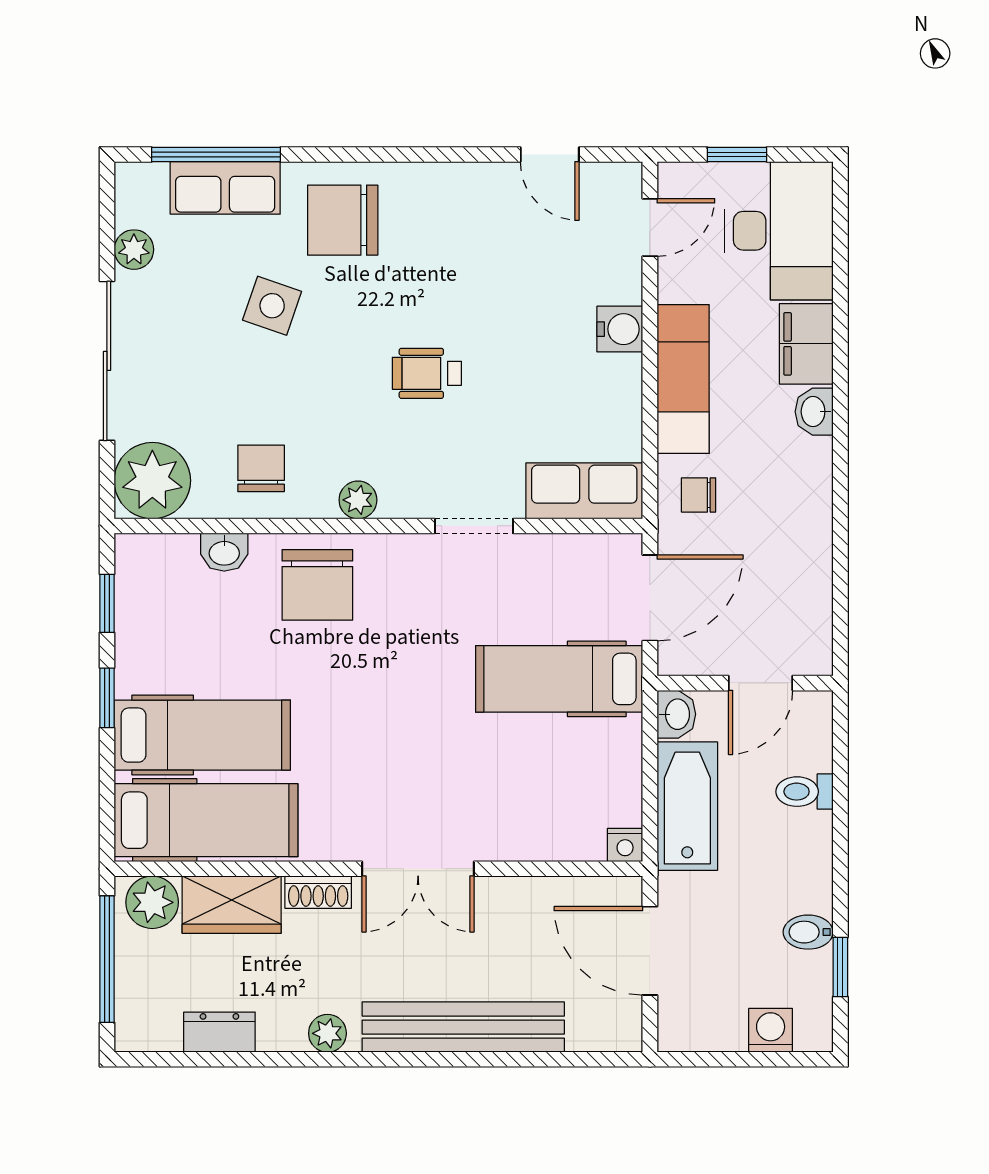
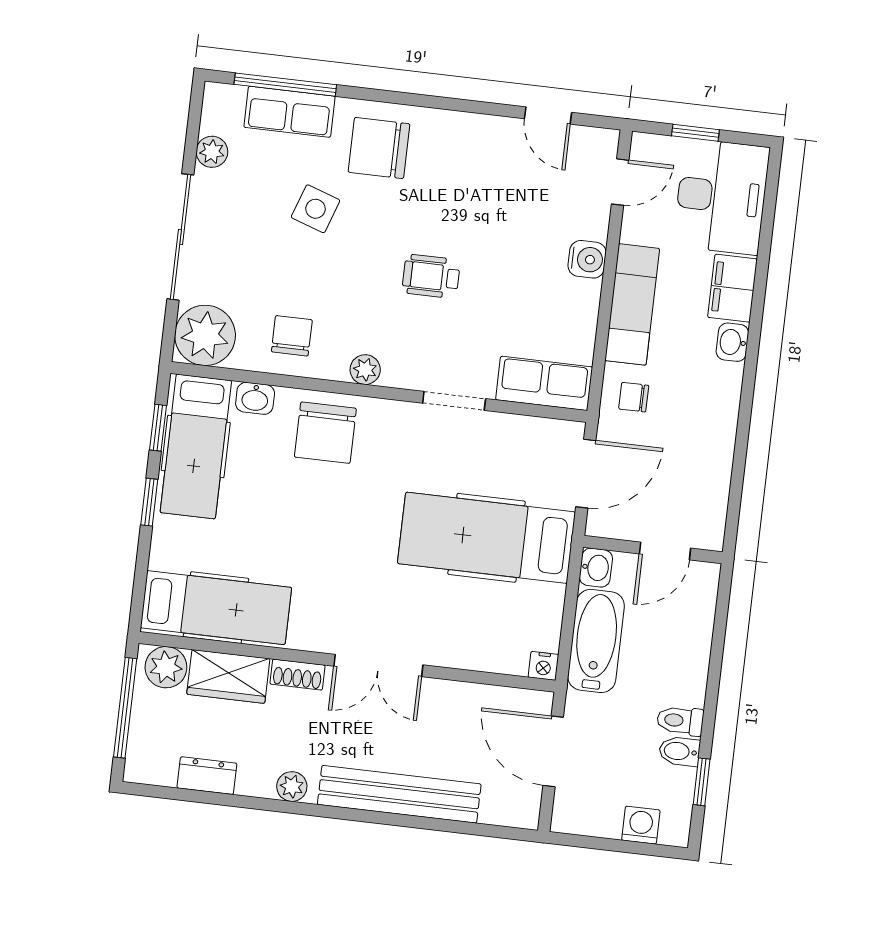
hospital bed: (559, 679) -> (487, 538), width x1.37, depth x1.29
hospital bed: (202, 735) -> (196, 446), moved, turned 90
toilet: (805, 792) -> (680, 721), moved

